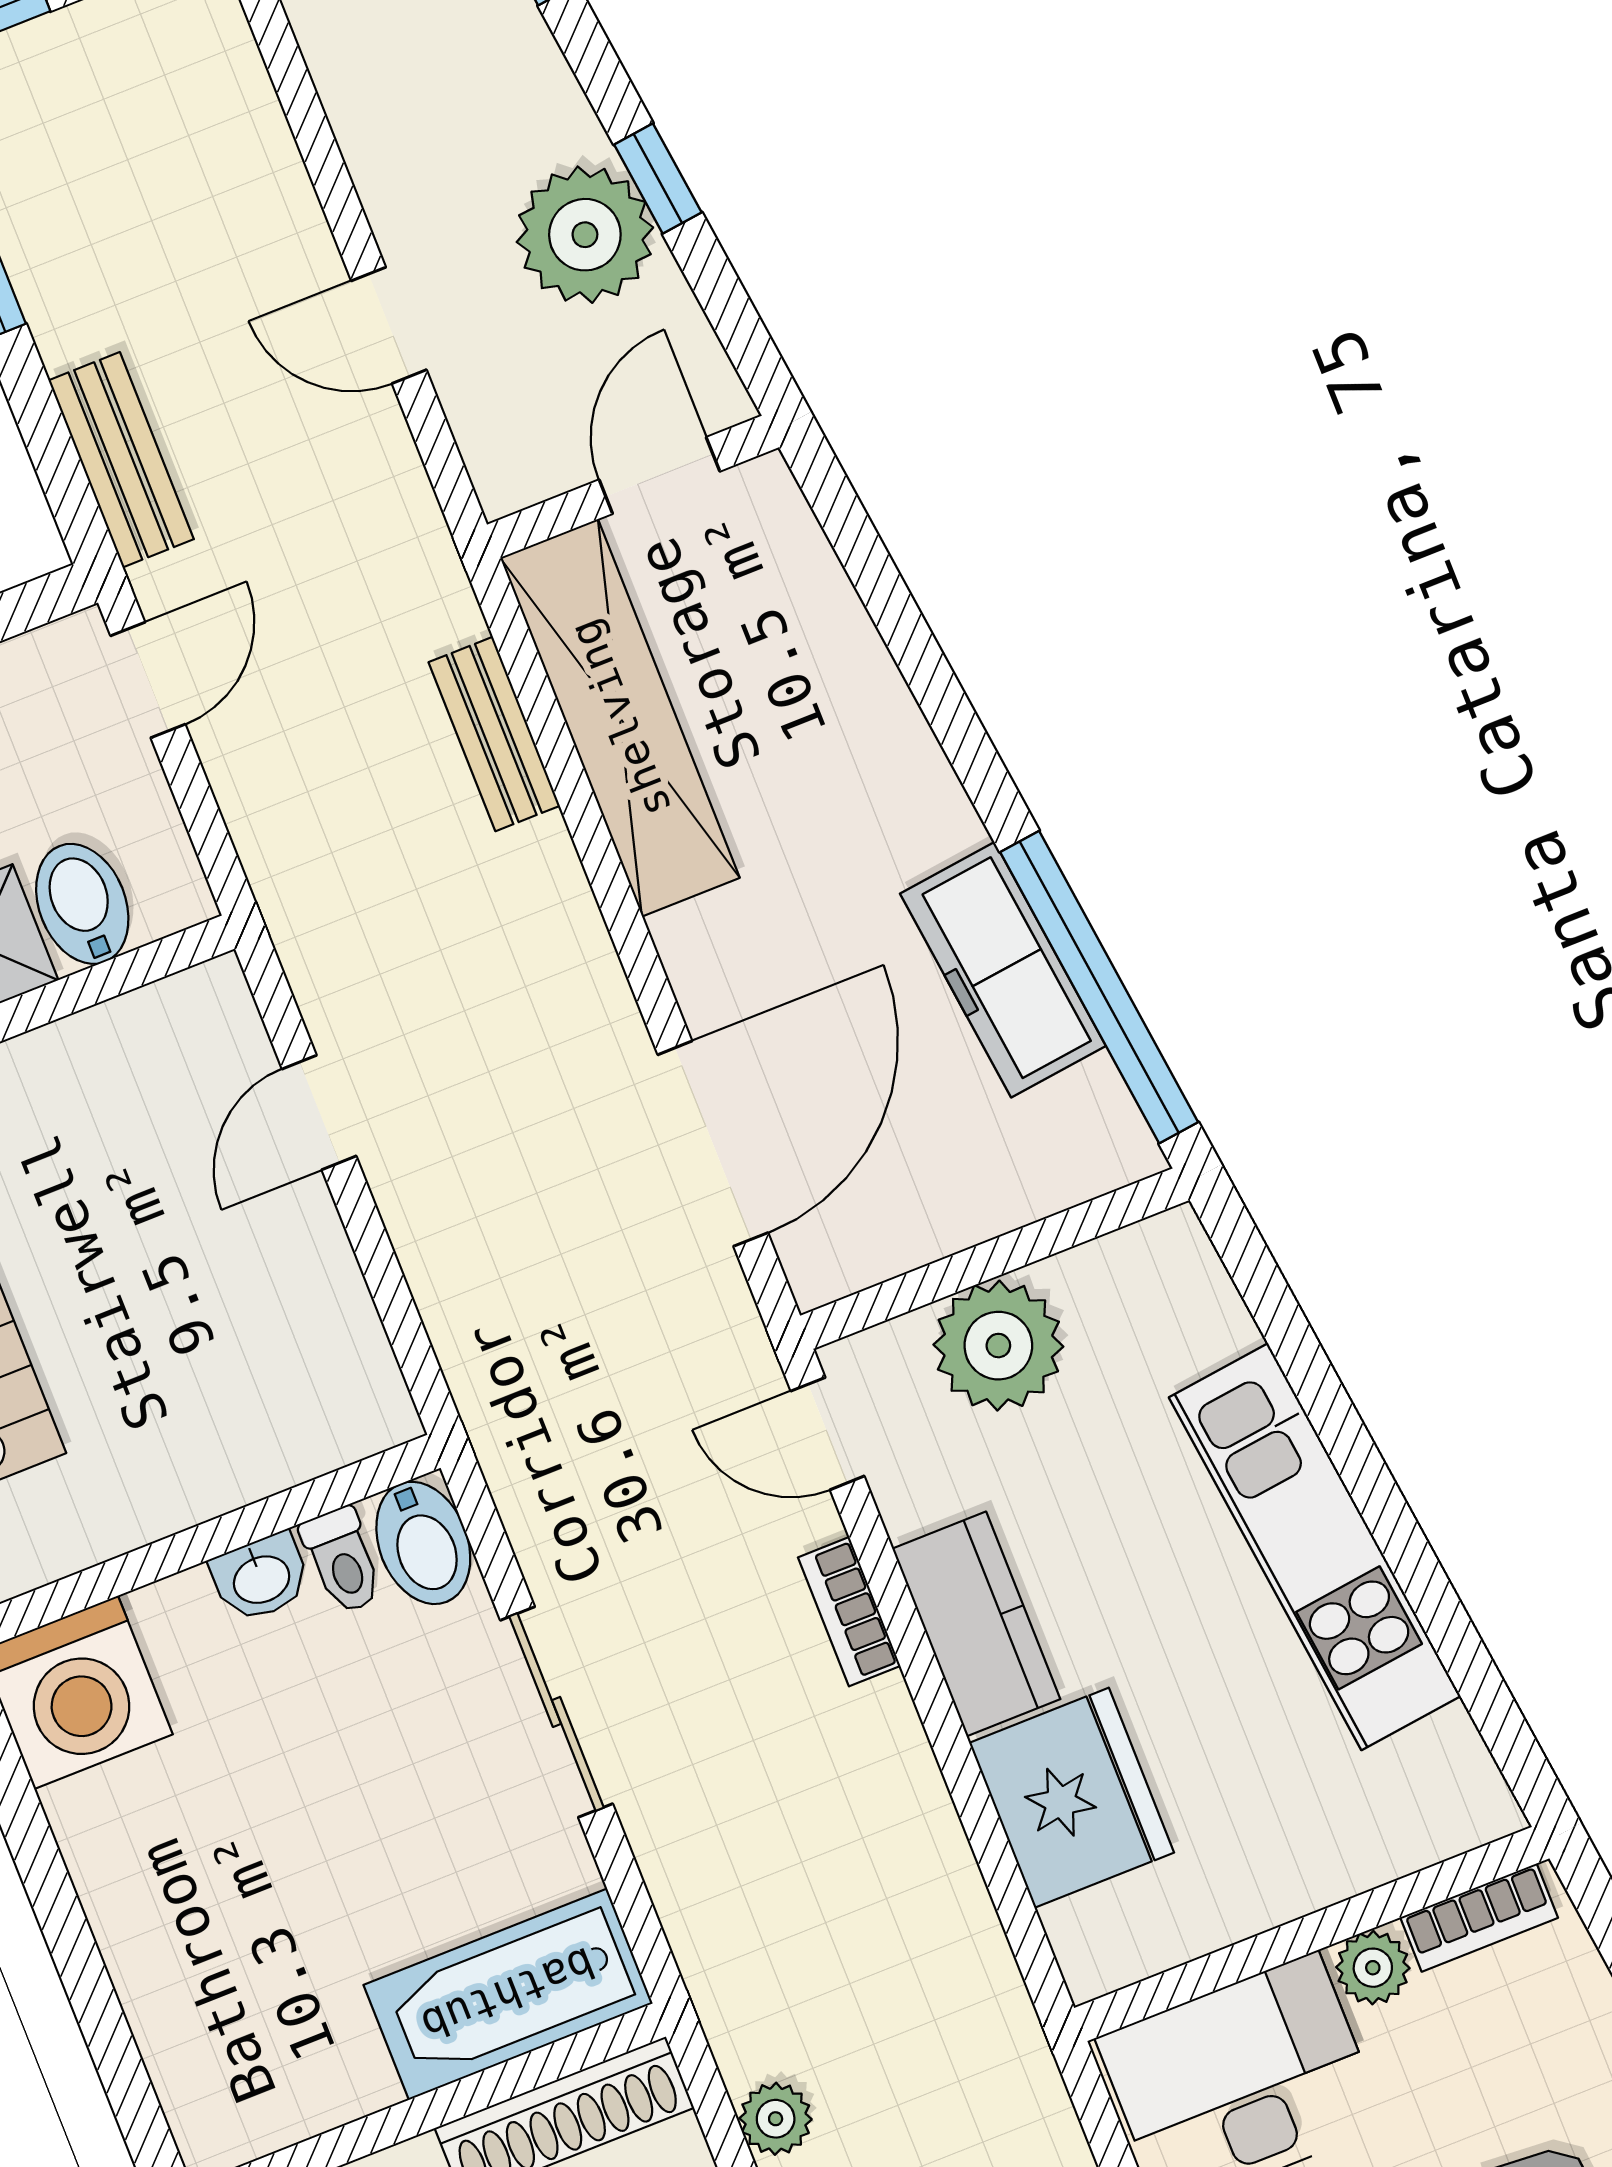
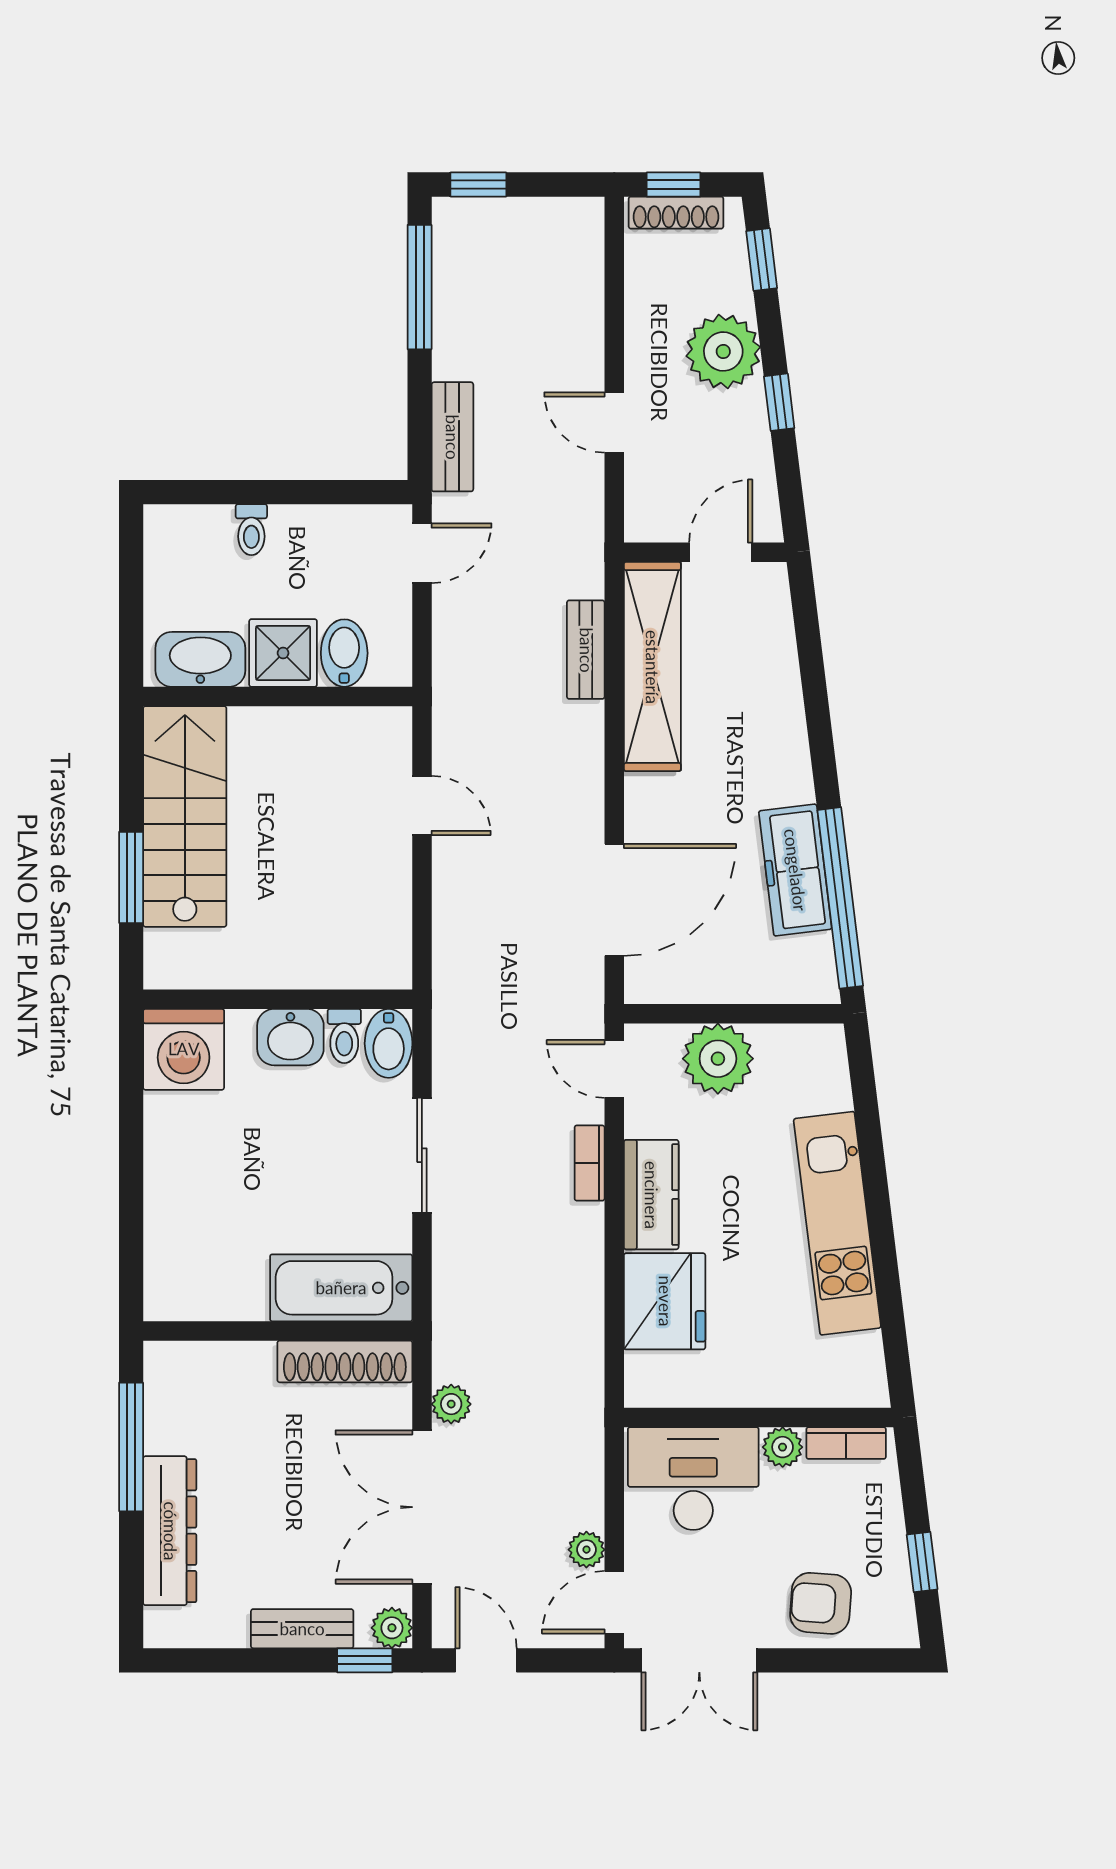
plant: (585, 235) -> (723, 351), moved
door: (319, 1112) -> (422, 806), swing flipped
washbasin: (261, 1578) -> (290, 1037), width x1.38, depth x1.45

